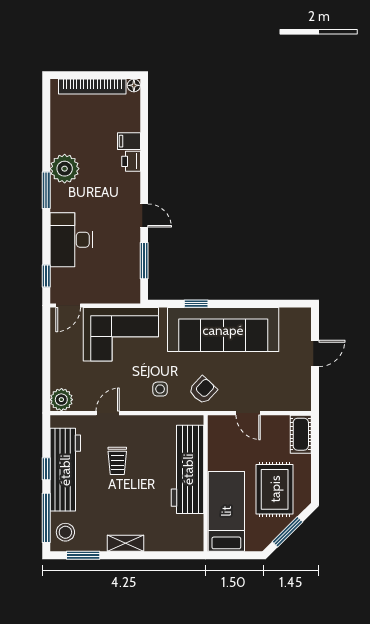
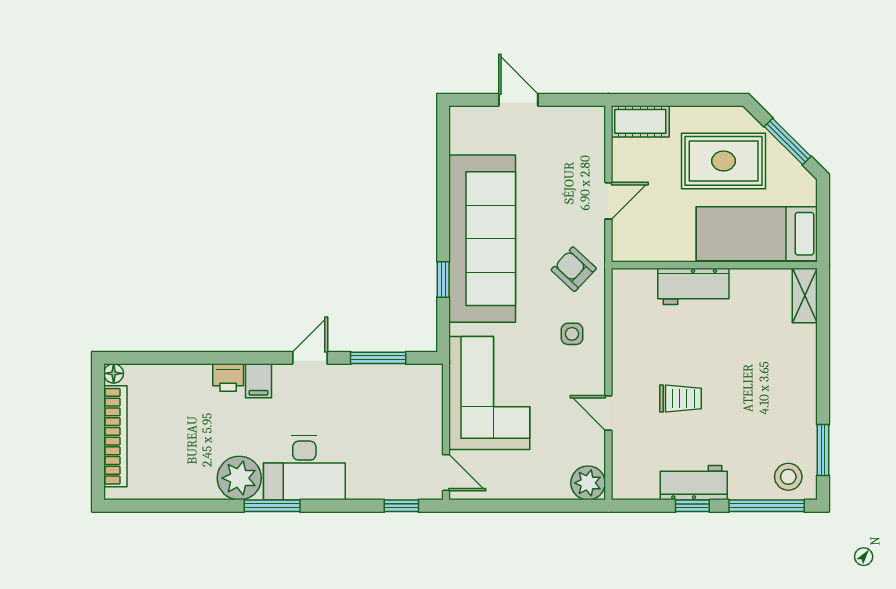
filing cabinet: (129, 141) -> (258, 381), moved
desk: (71, 240) -> (304, 468), moved
workbench: (188, 469) -> (693, 286), width x0.53, depth x0.76
workbench: (65, 470) -> (694, 483), width x0.53, depth x0.76
shelving: (126, 543) -> (805, 295), moved

